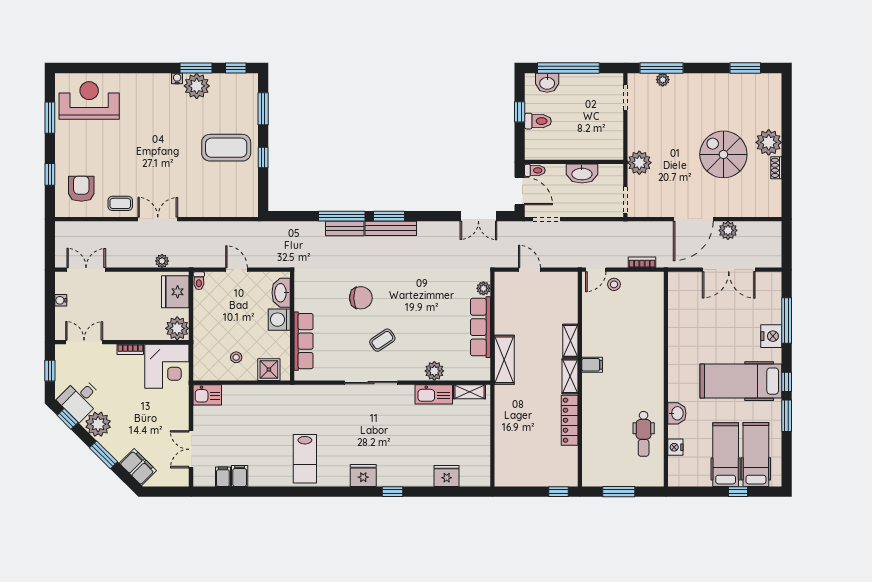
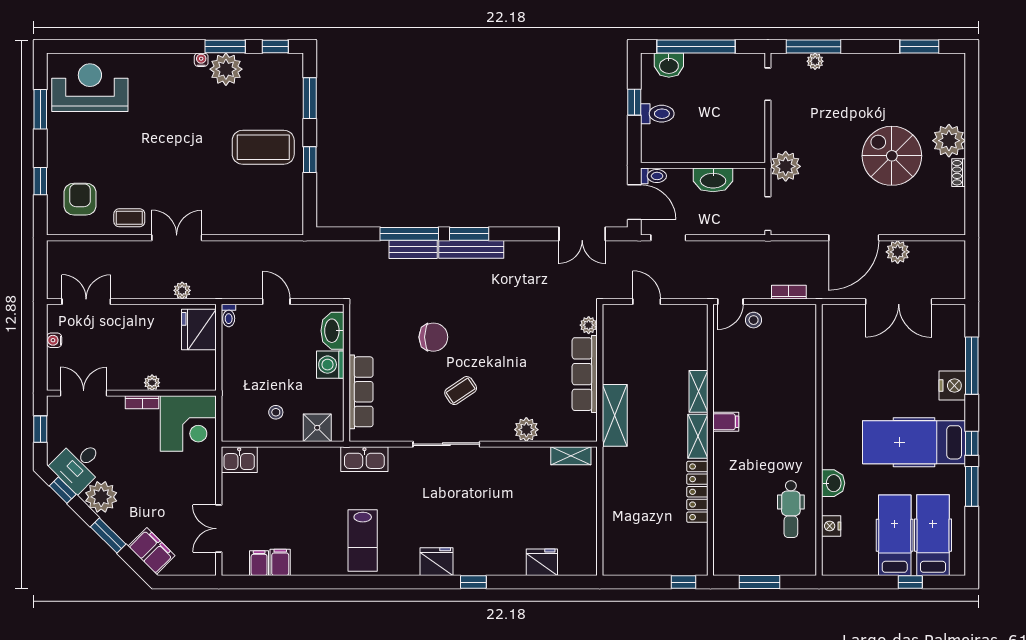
plant: (177, 328) -> (152, 383), moved, width x0.53, depth x0.53
kitchen sink: (434, 394) -> (364, 459), moved

